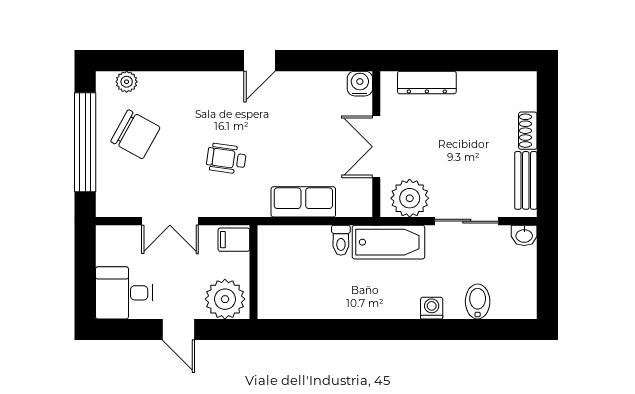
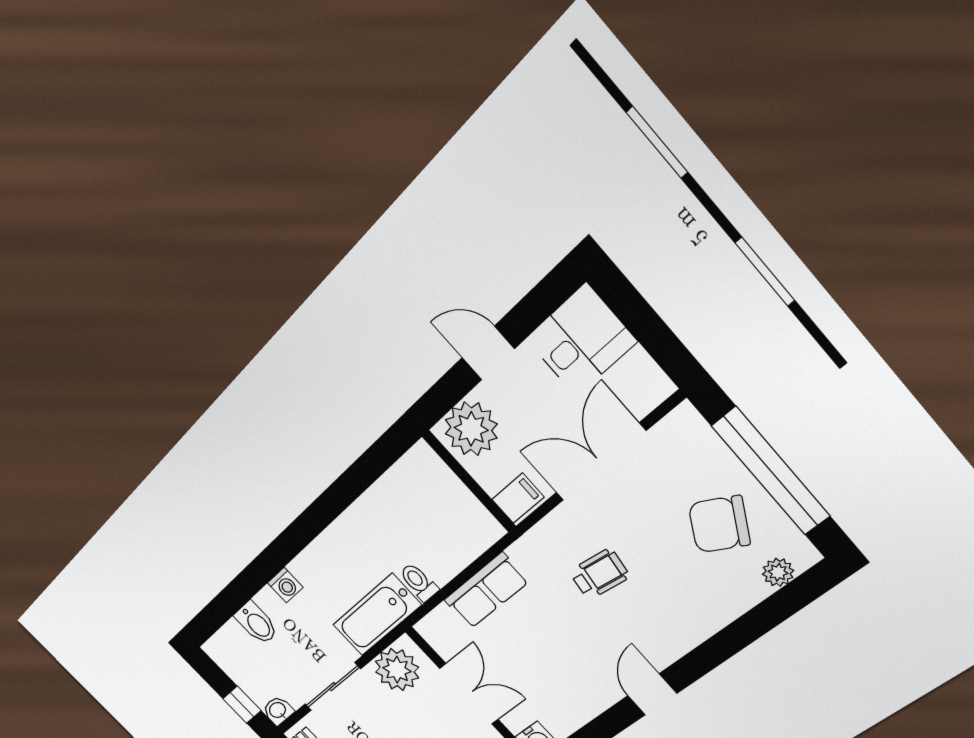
double door: (170, 221) -> (600, 462), width x1.37
window: (547, 259) -> (242, 705), added

